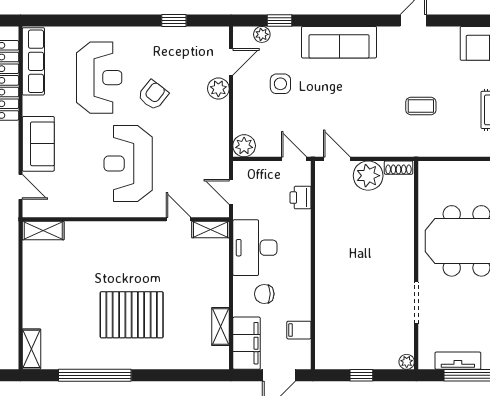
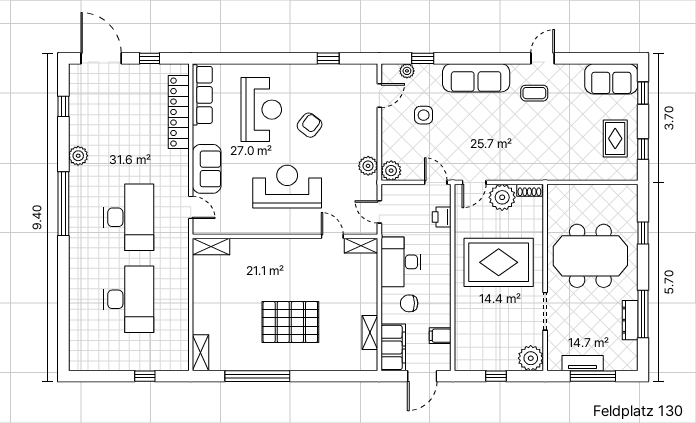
plant: (218, 89) -> (368, 166), moved
coffee table: (421, 106) -> (534, 93), moved
door: (337, 159) -> (474, 182), swing flipped
reception desk: (128, 164) -> (287, 187), turned 90
rug: (364, 248) -> (499, 262), added
plant: (407, 362) -> (531, 358), width x1.88, depth x1.88

